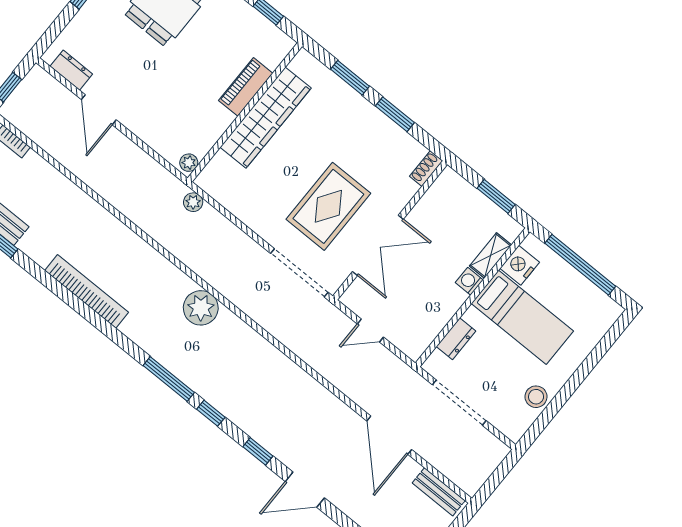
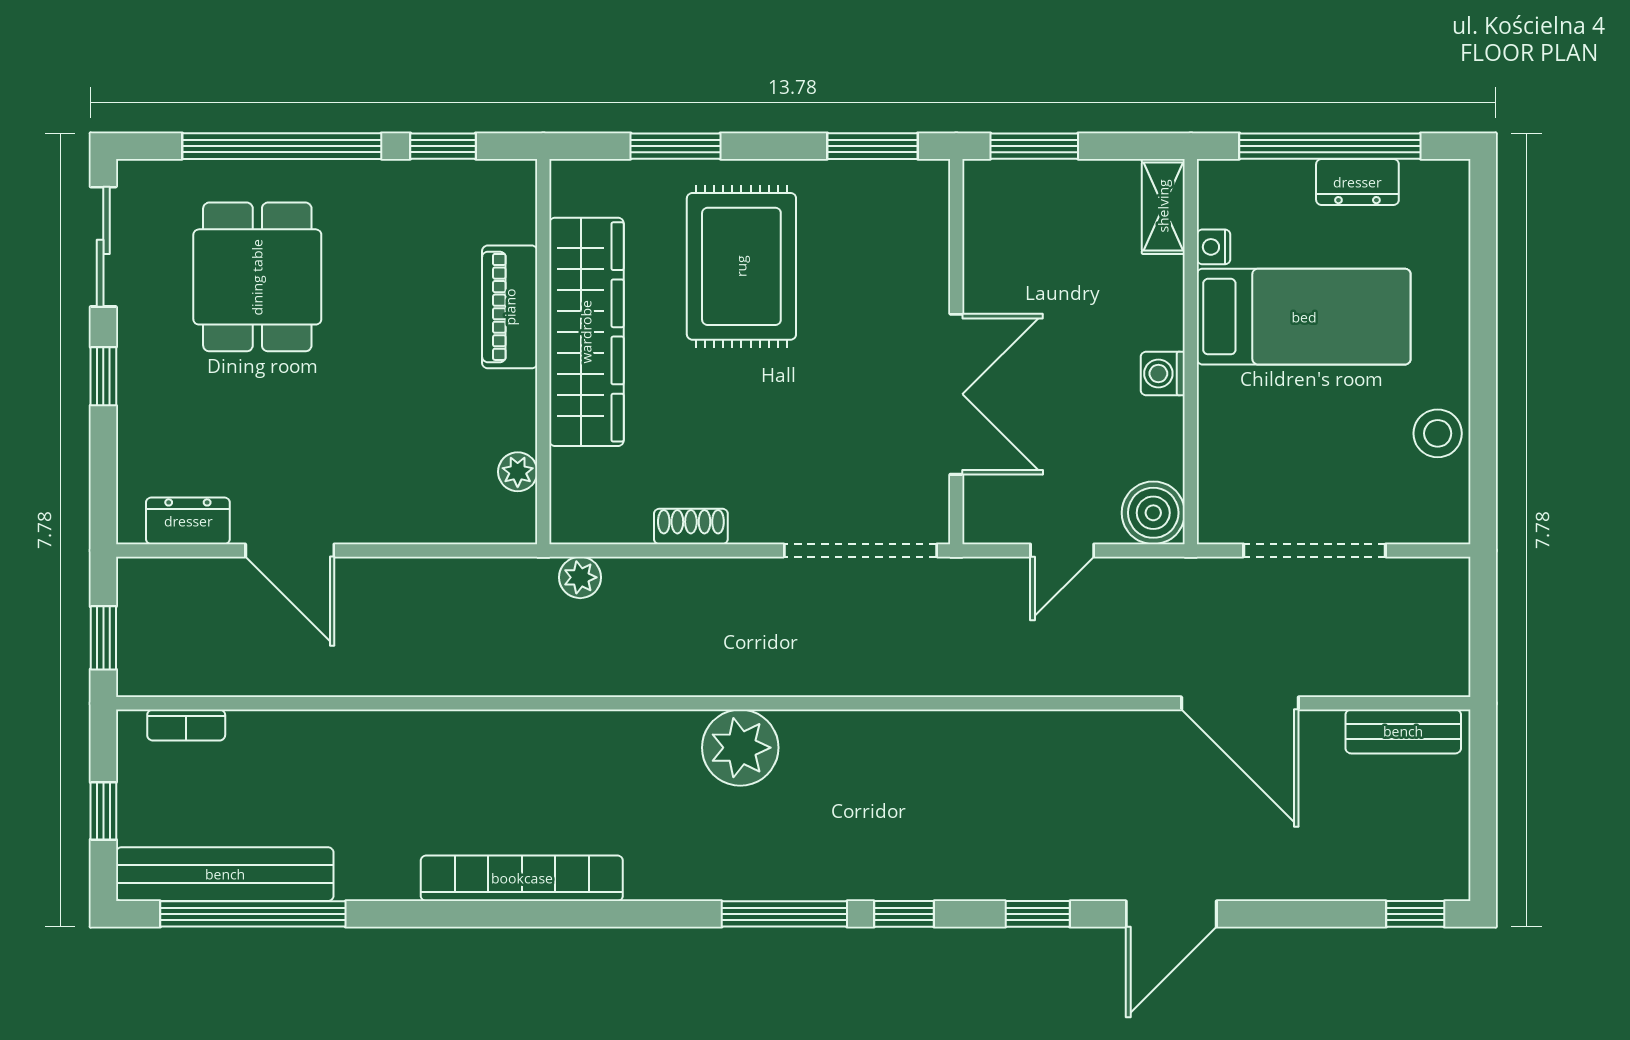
window: (395, 114) -> (872, 146), moved
plant: (189, 163) -> (518, 472), moved
shoe rack: (426, 169) -> (691, 526), moved, turned 90
window: (496, 196) -> (1034, 146), moved
rug: (328, 206) -> (741, 266), moved
shelving: (491, 255) -> (1163, 206), moved
nightstand: (520, 265) -> (1214, 247), width x0.53, depth x0.56
washing machine: (469, 281) -> (1163, 373), moved
dresser: (456, 339) -> (1357, 182), moved, turned 90
boiler: (413, 343) -> (1153, 513), added

